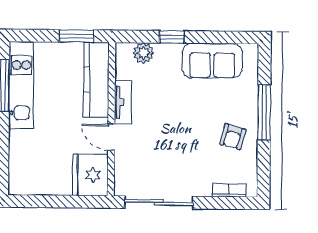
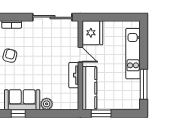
window: (172, 37) -> (18, 113), moved
plant: (143, 53) -> (47, 104), moved
kitchen unit: (21, 85) -> (133, 54), moved

